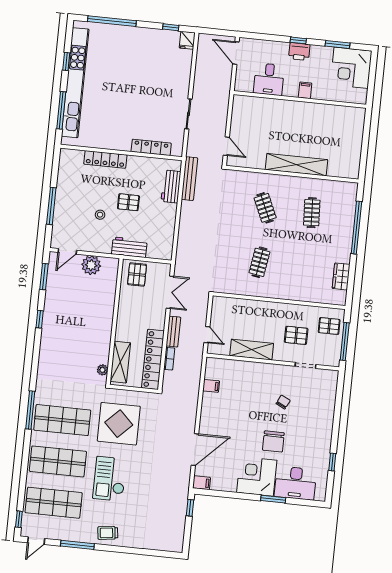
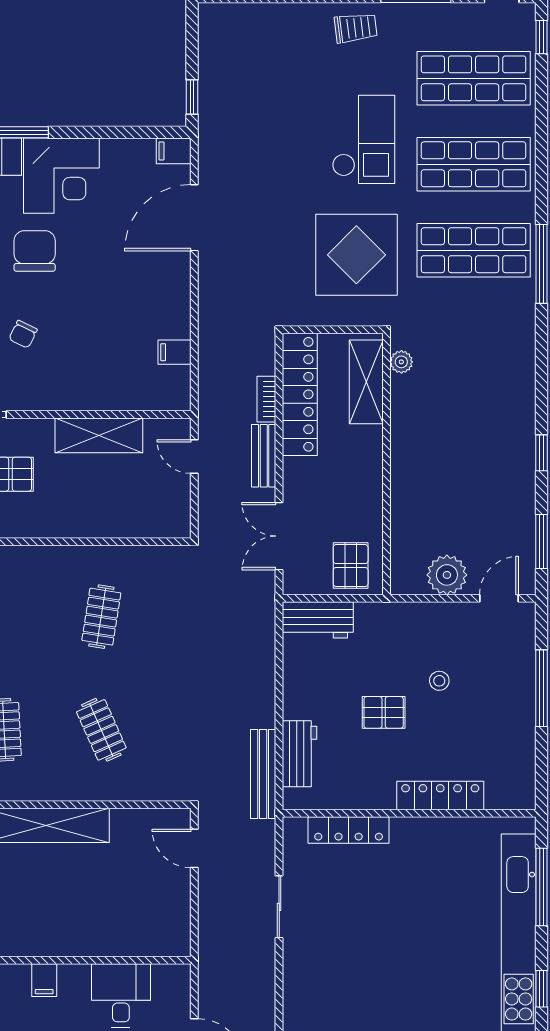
workbench: (129, 247) -> (318, 620), moved

